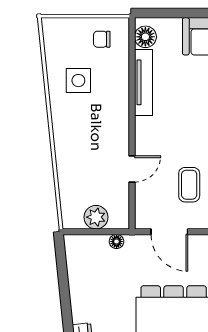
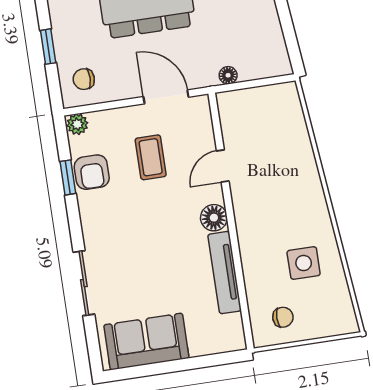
floor lamp: (145, 37) -> (214, 218), moved
plant: (96, 217) -> (257, 101), removed

